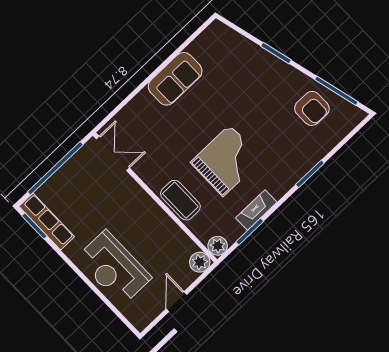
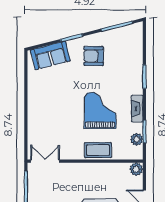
sofa: (175, 79) -> (50, 55), moved, turned 76
armchair: (312, 108) -> (94, 56), moved, turned 180
fireplace: (256, 210) -> (137, 109), moved
plant: (218, 246) -> (137, 139), moved

